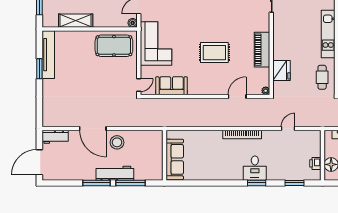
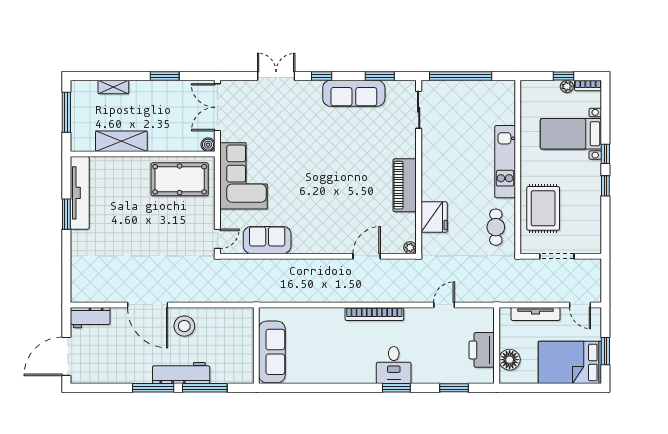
rug: (214, 53) -> (332, 190), removed
printer: (315, 163) -> (482, 350), width x1.87, depth x1.48

